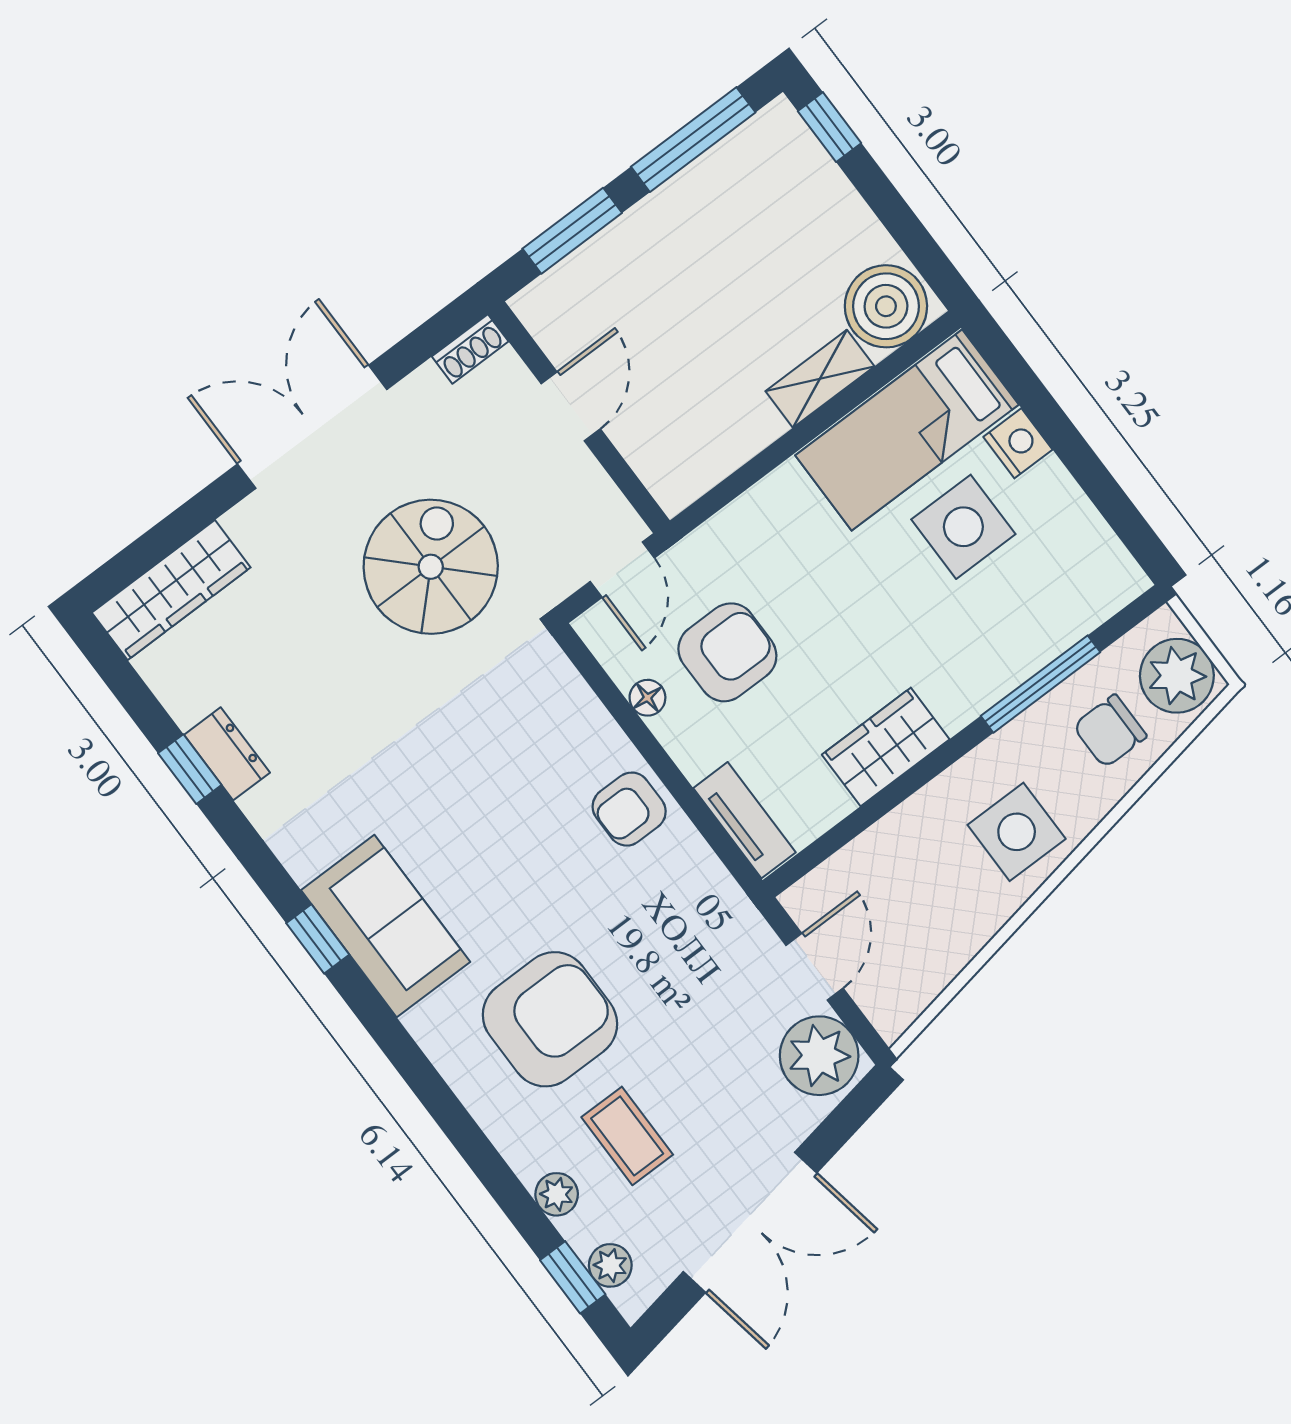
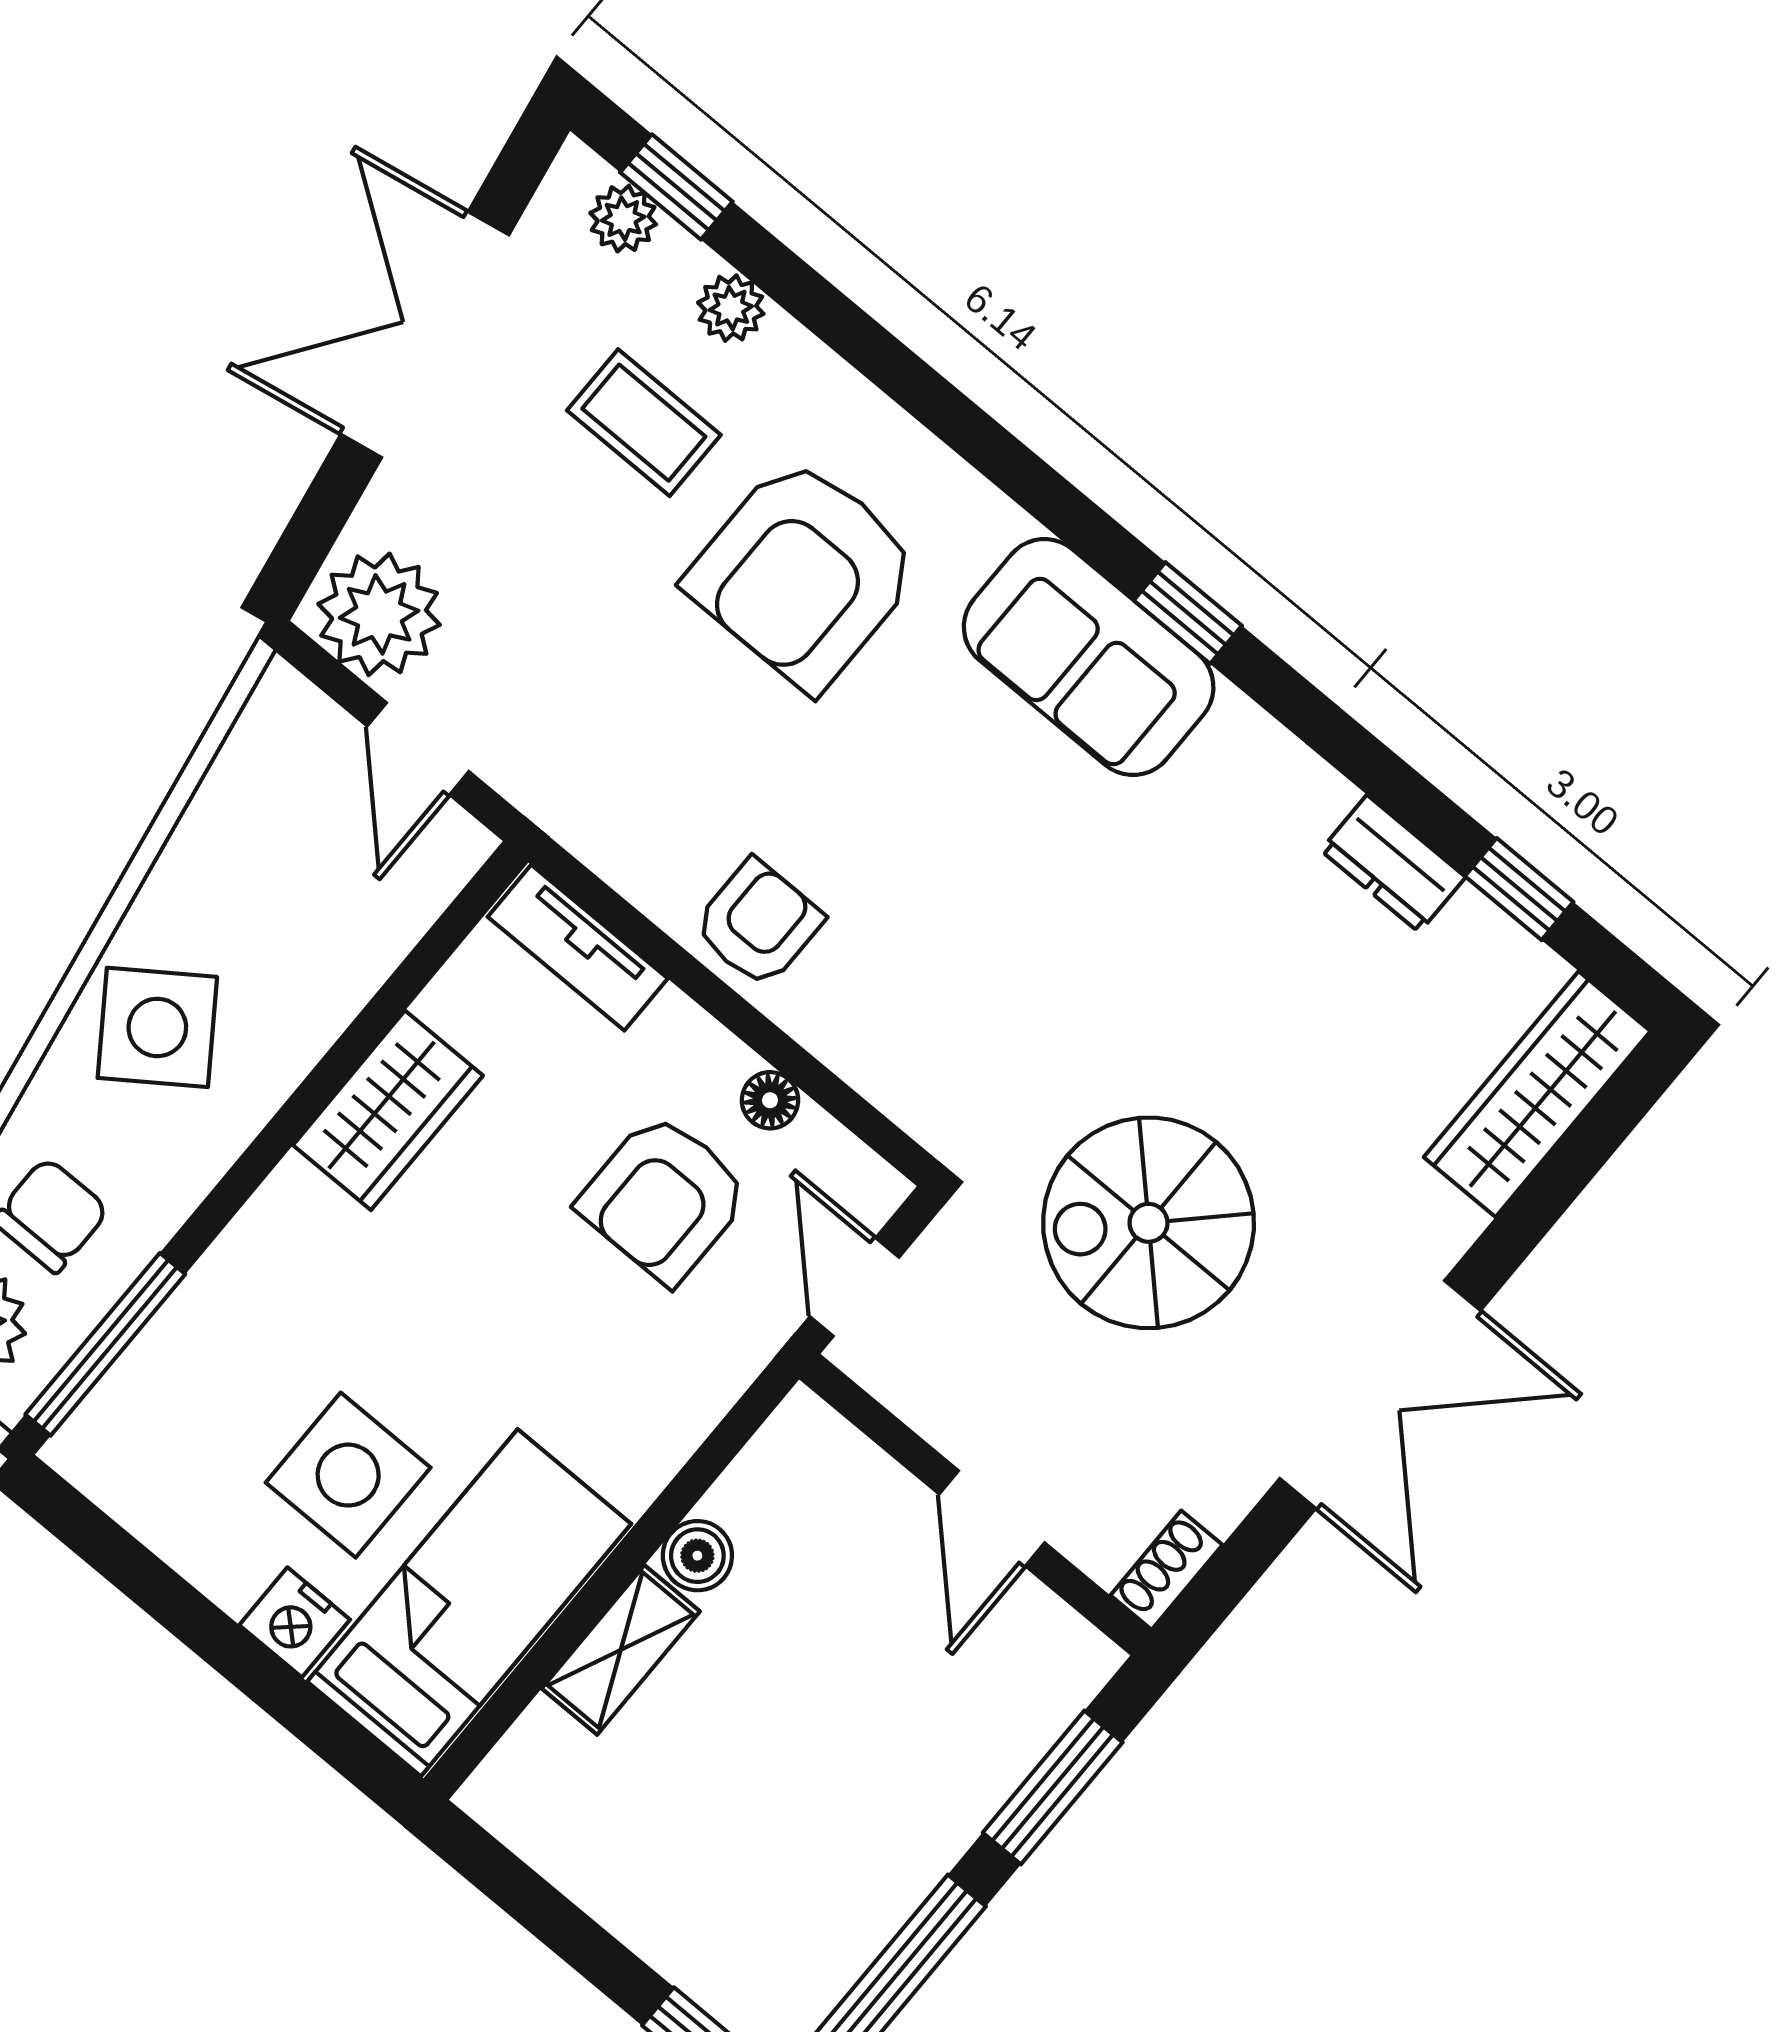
boiler: (886, 306) -> (697, 1556), moved, width x0.54, depth x0.54
spiral stairs: (431, 567) -> (1149, 1223), turned 90
window: (1041, 684) -> (105, 1344), moved
window: (190, 769) -> (1519, 889), moved
side table: (1017, 832) -> (157, 1027), turned -35

